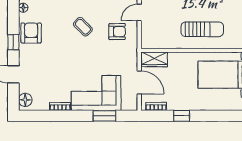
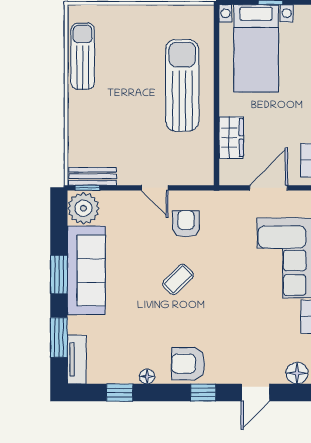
sun lounger: (202, 29) -> (182, 85), width x1.36, depth x1.34
wardrobe: (155, 59) -> (231, 138), moved

